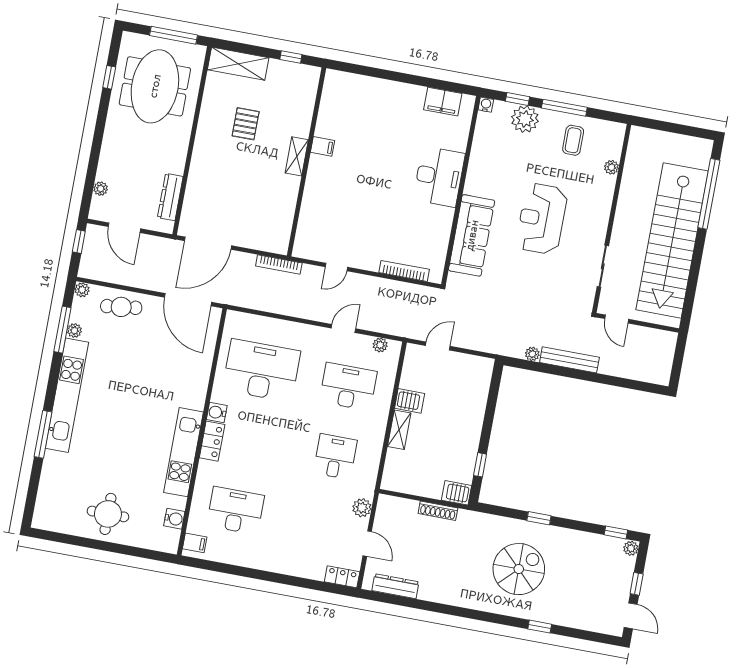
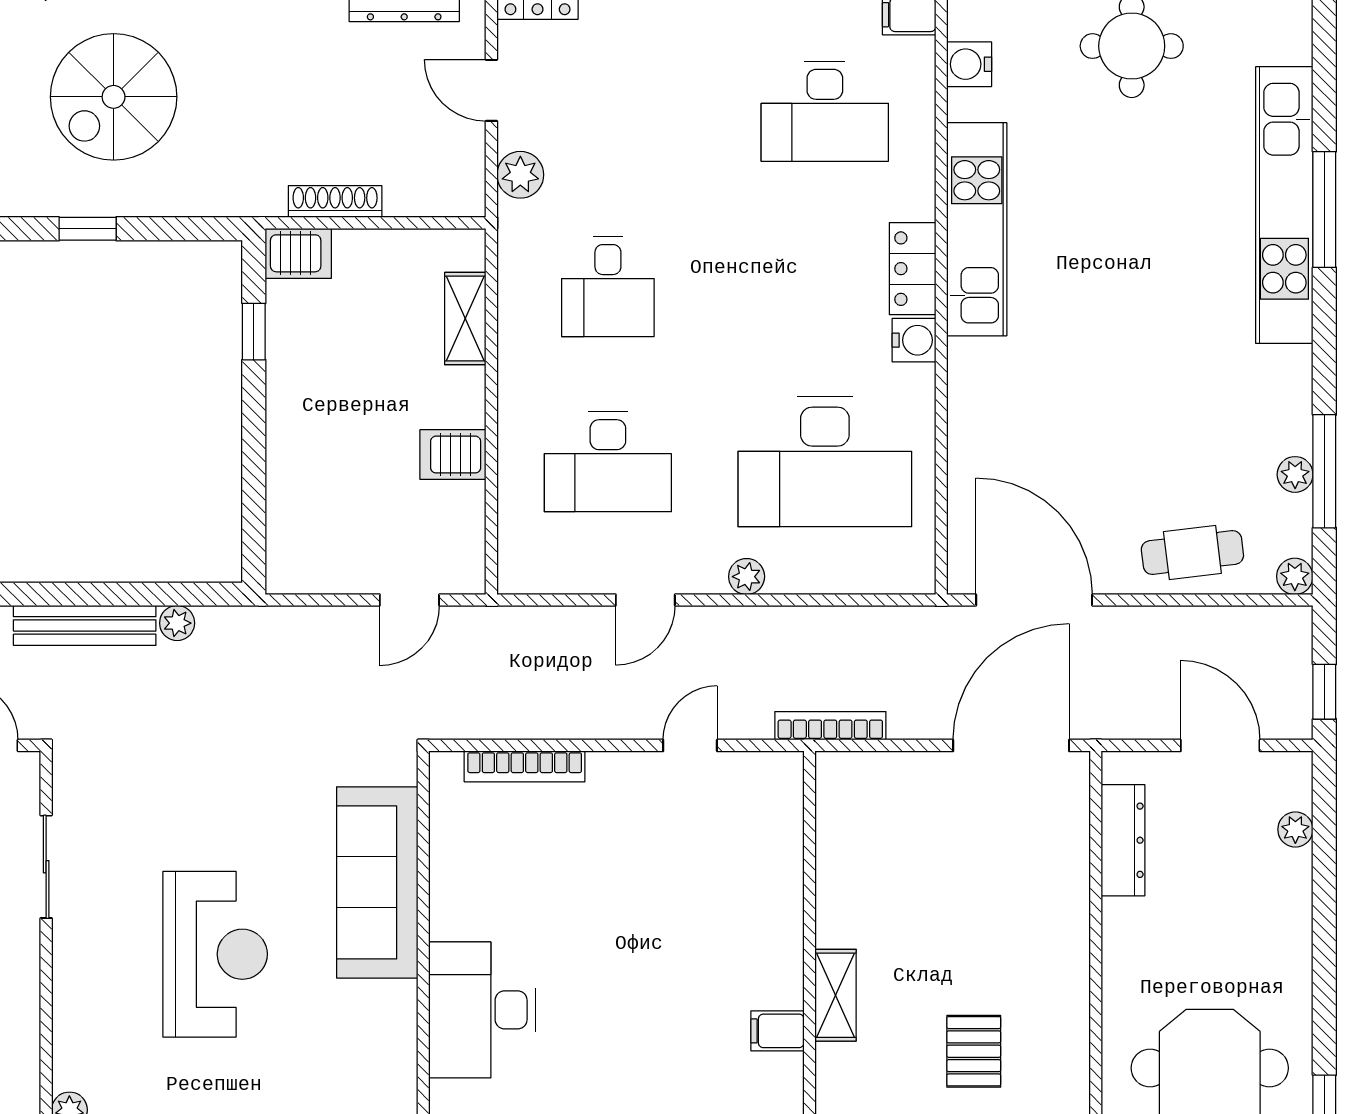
plant: (380, 345) -> (747, 577), moved
kitchen unit: (67, 395) -> (1284, 205), moved
shelving: (399, 430) -> (465, 319), moved

